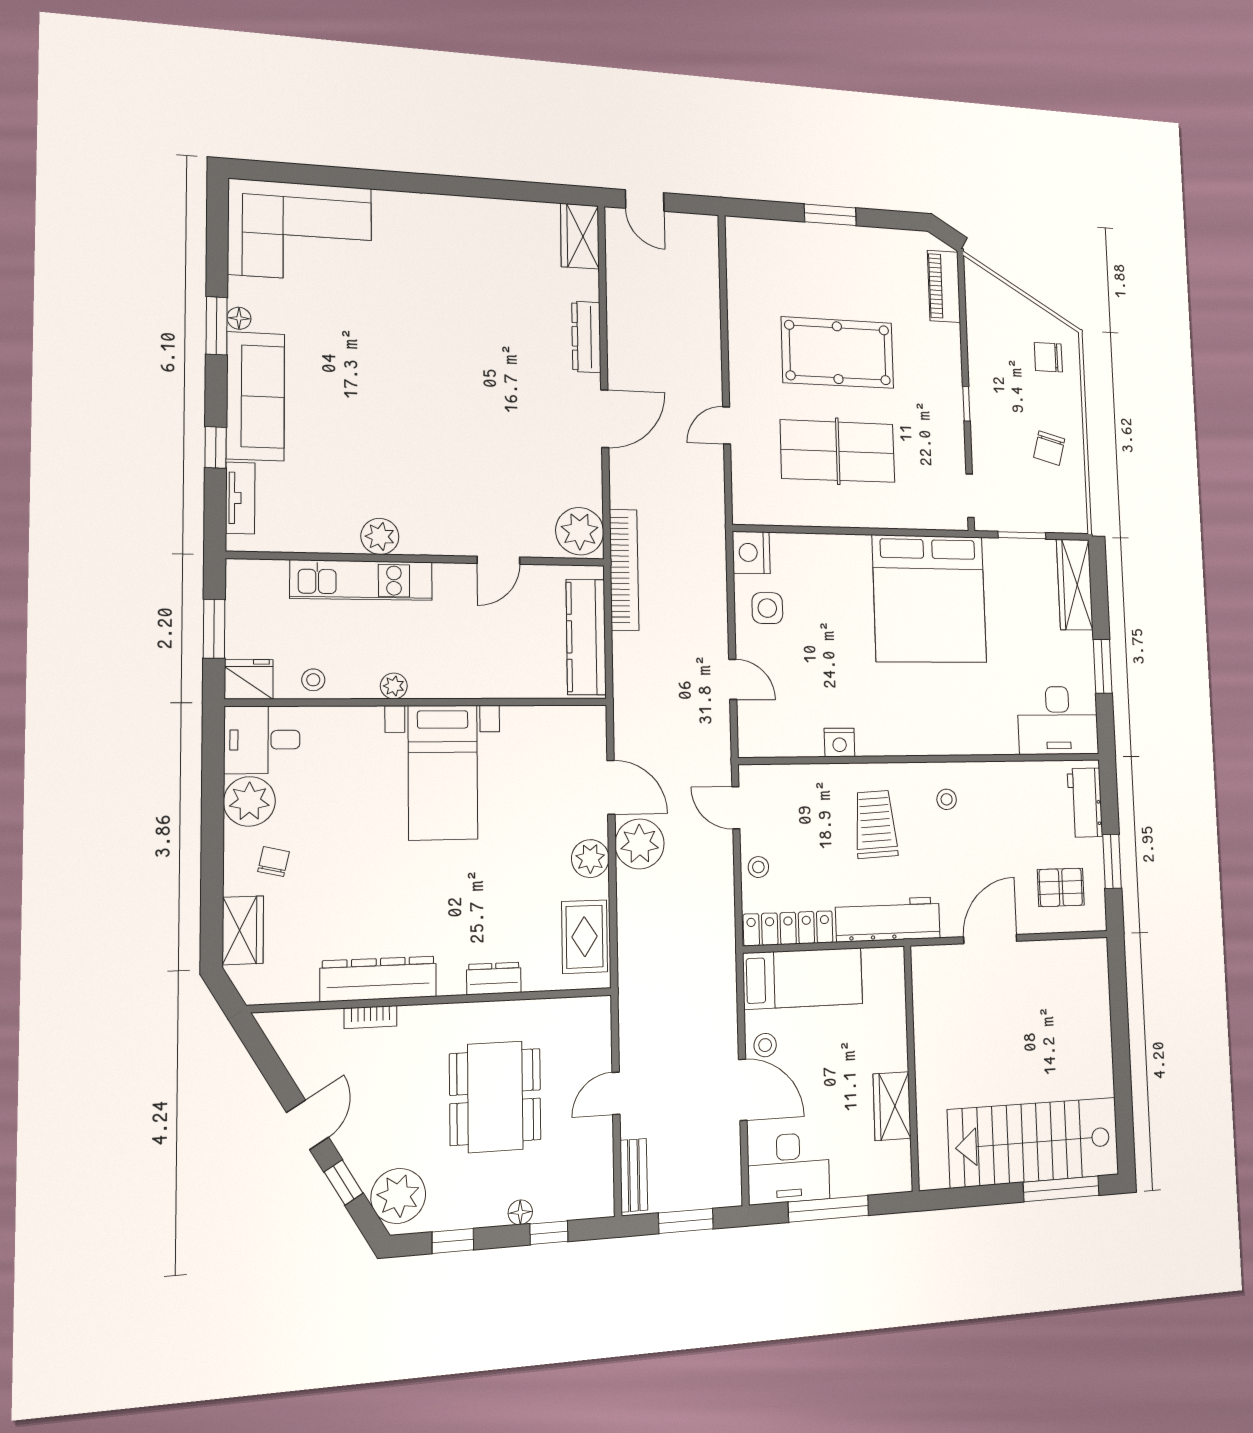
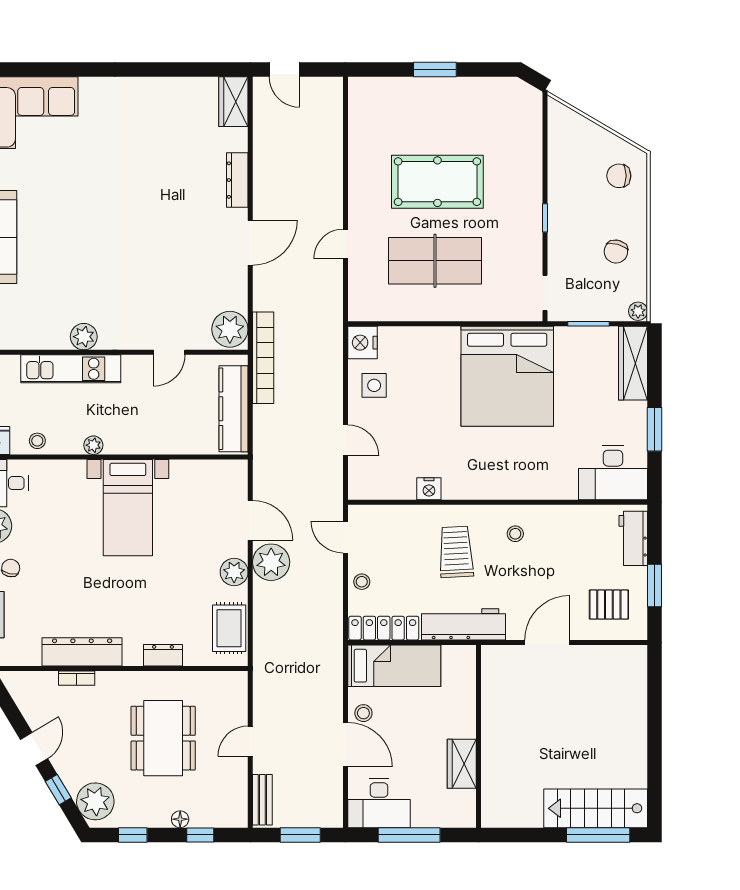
piano: (944, 286) -> (530, 122), removed
plant: (1077, 521) -> (638, 311), added
stairs: (1034, 1142) -> (596, 808), width x0.73, depth x0.66

